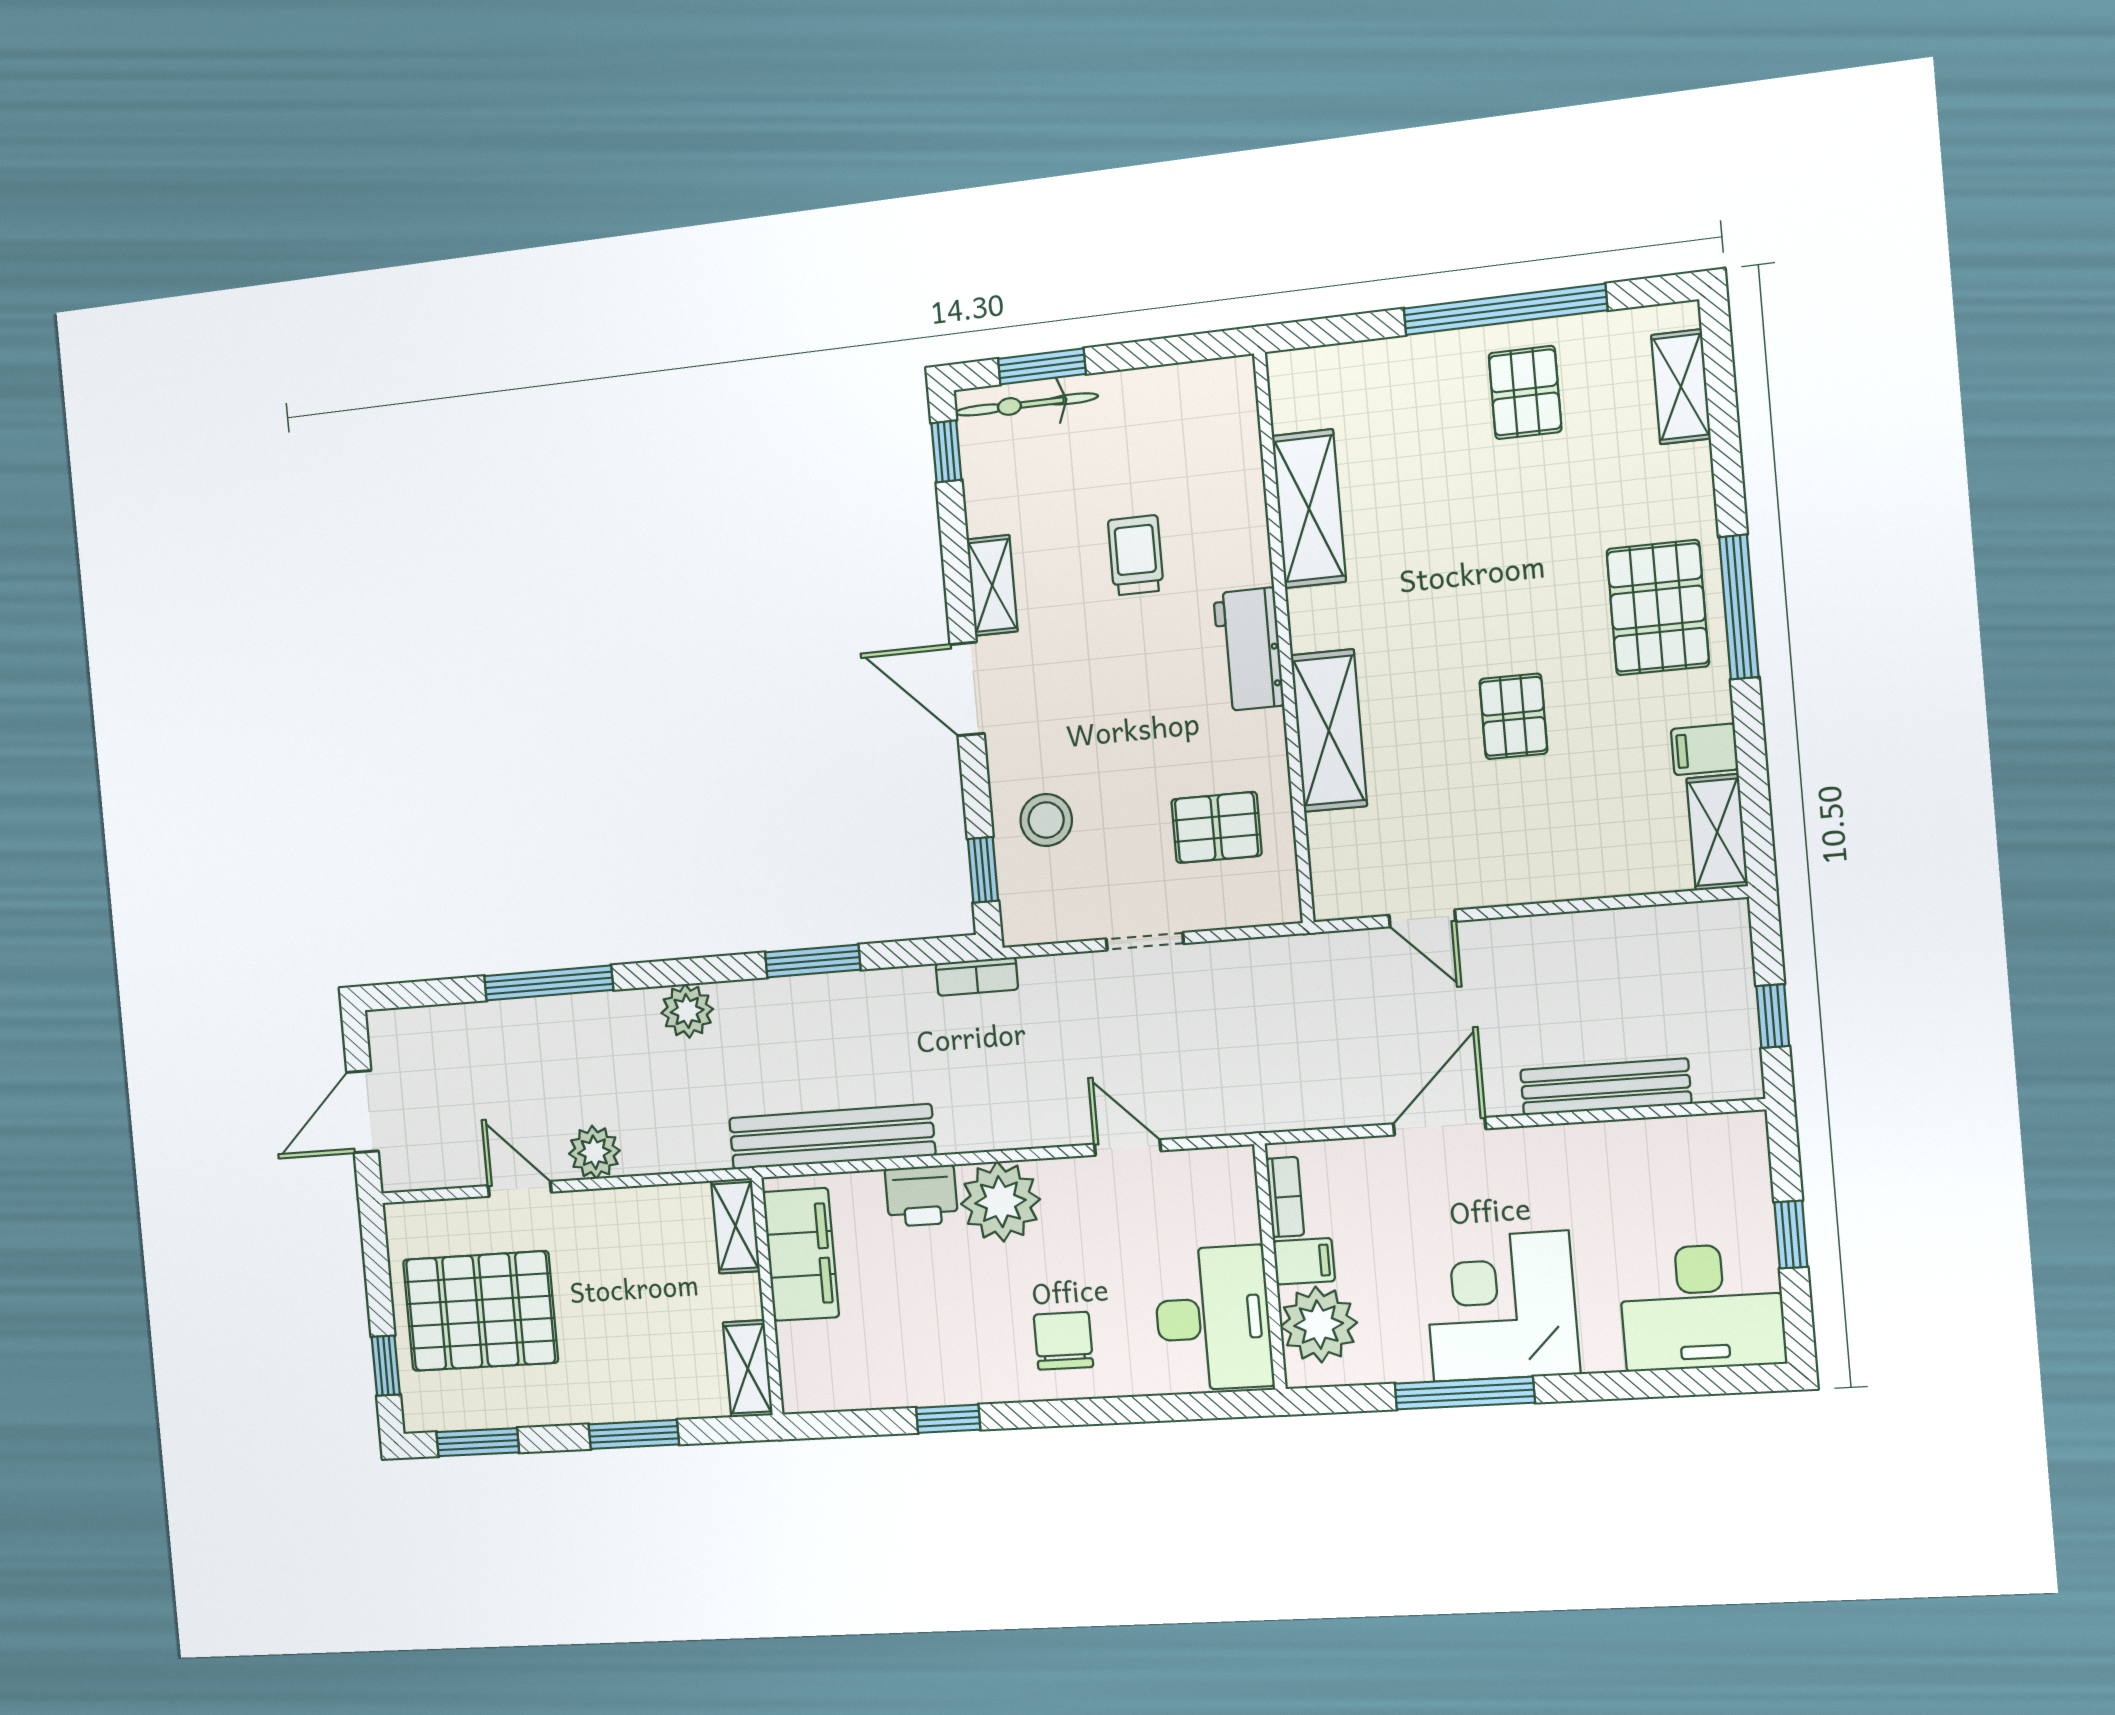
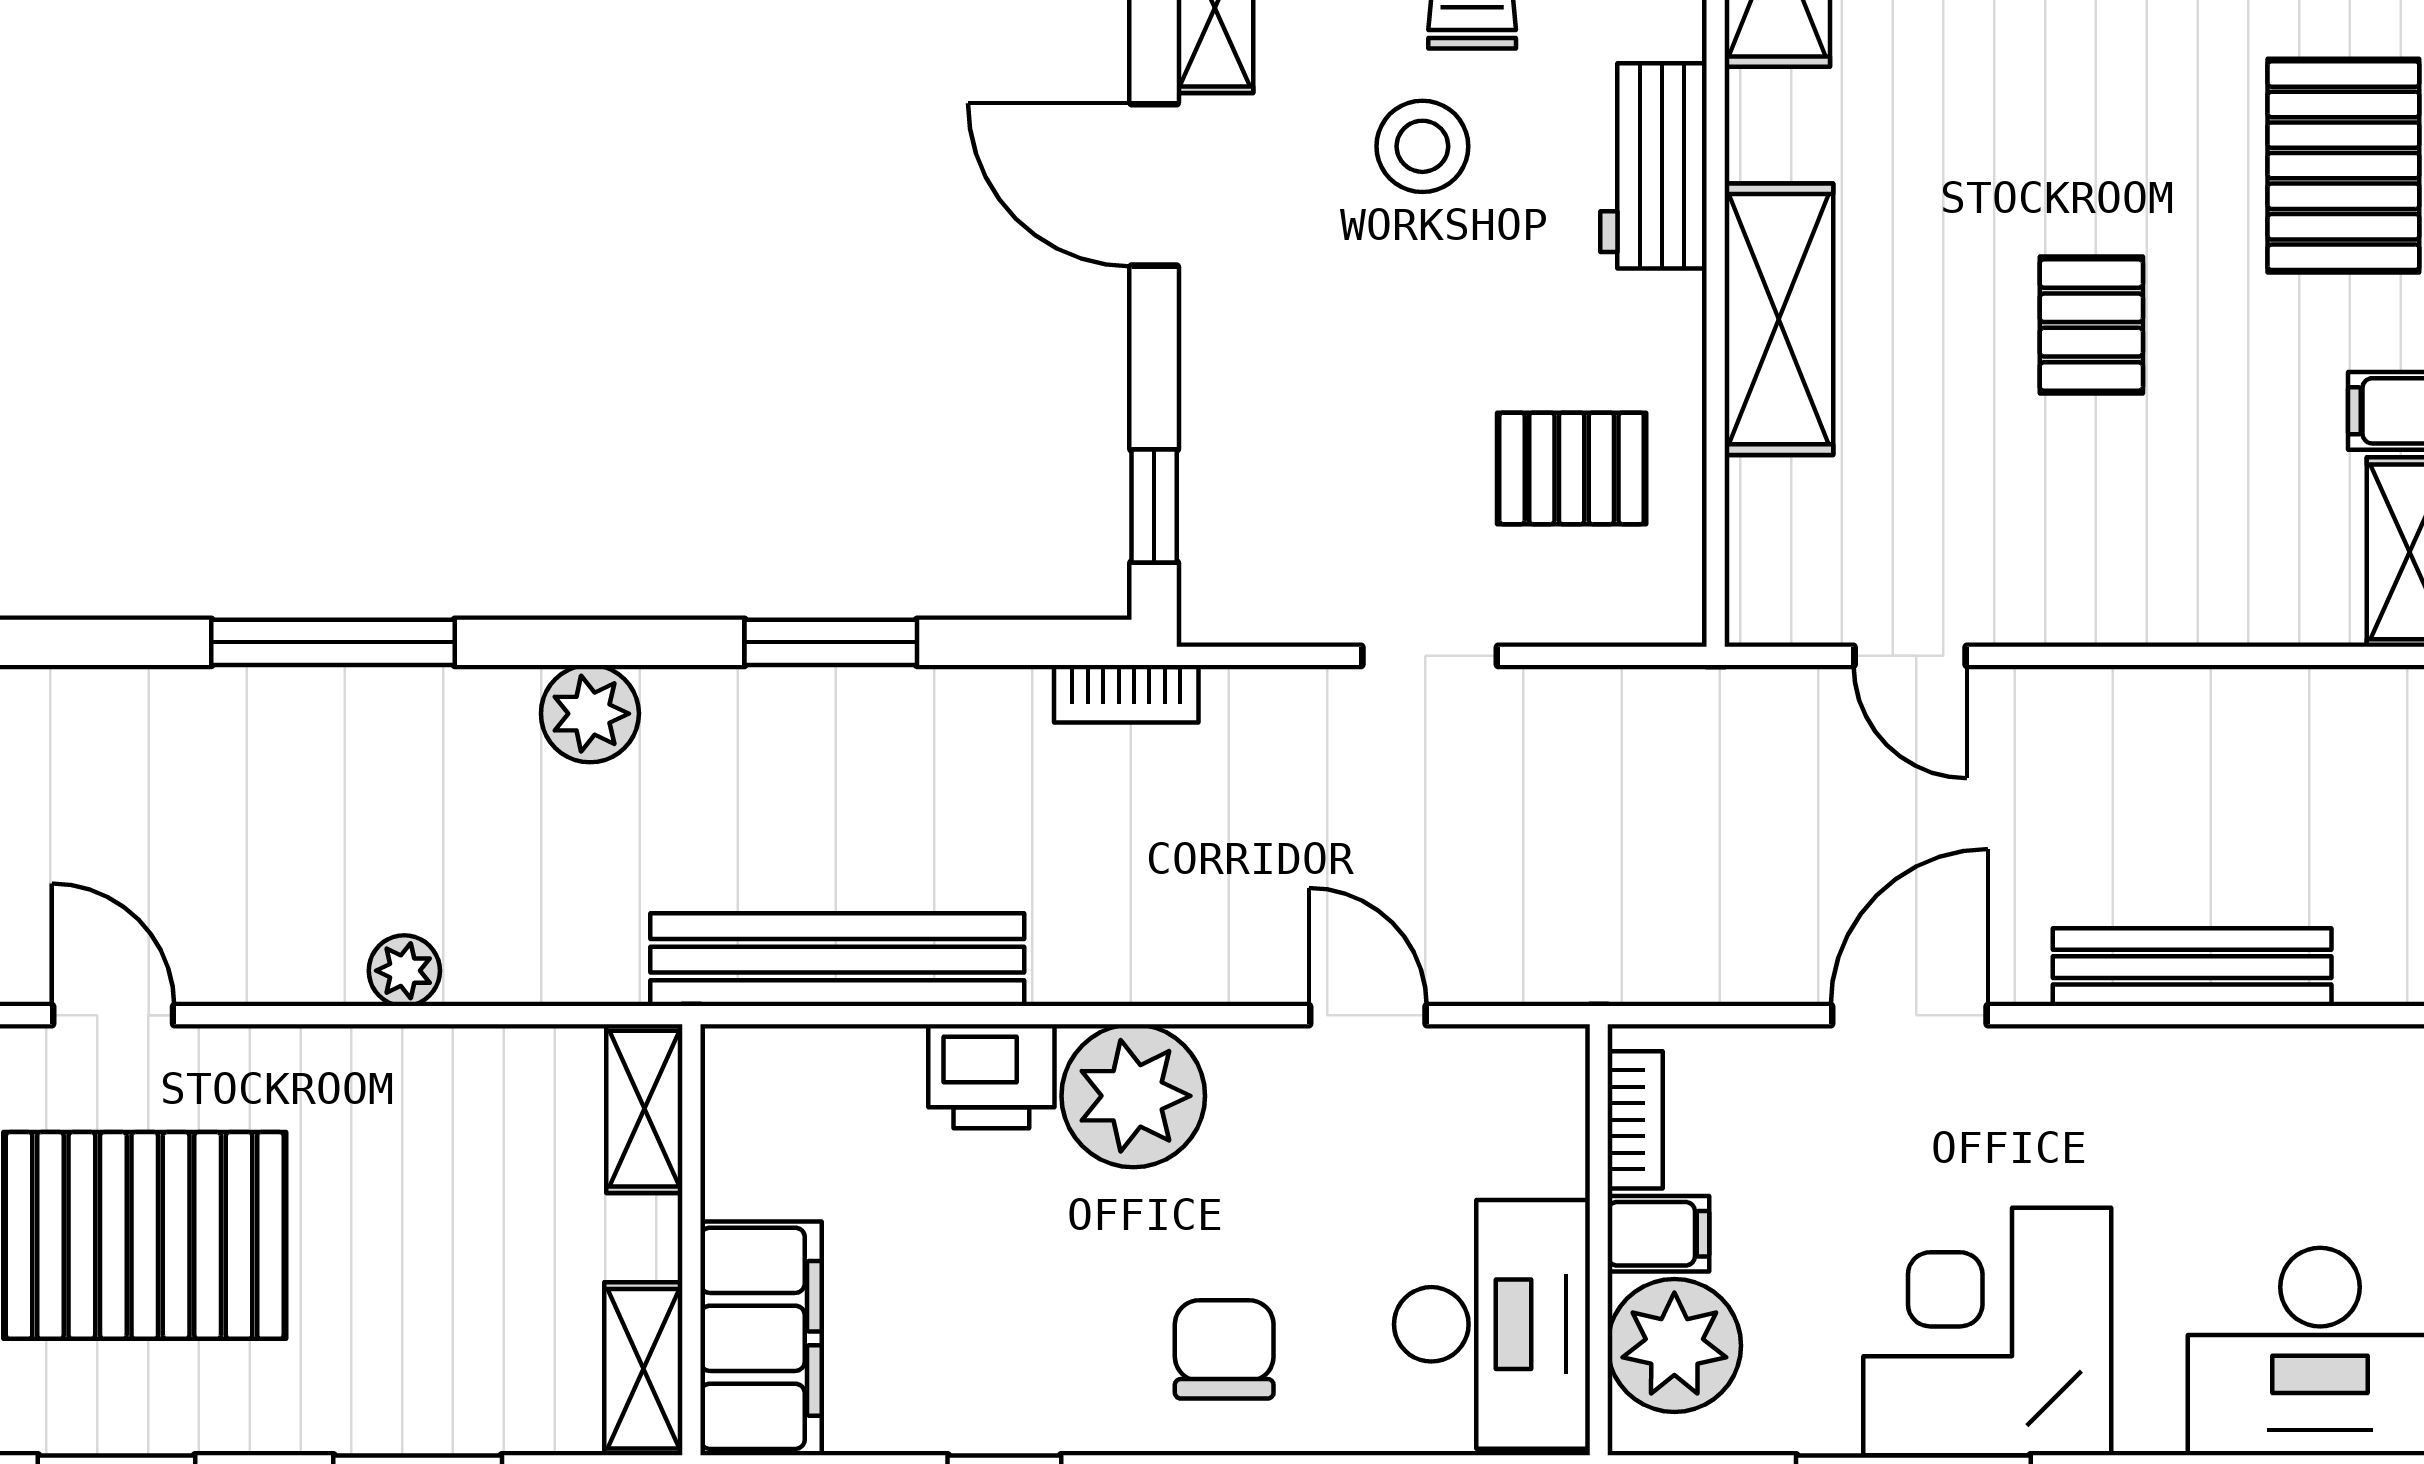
stool: (1046, 820) -> (1422, 146), moved
plant: (594, 1152) -> (404, 971), width x0.73, depth x0.73
door: (520, 1189) -> (113, 1015), moved
filing cabinet: (801, 1254) -> (761, 1338), moved

